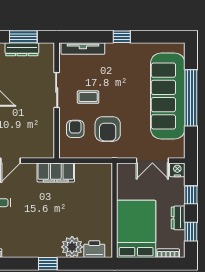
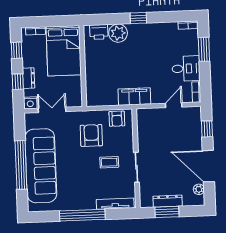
window: (122, 37) -> (82, 215), width x3.17
armchair: (75, 129) -> (117, 119), moved
dresser: (178, 218) -> (29, 78), moved

